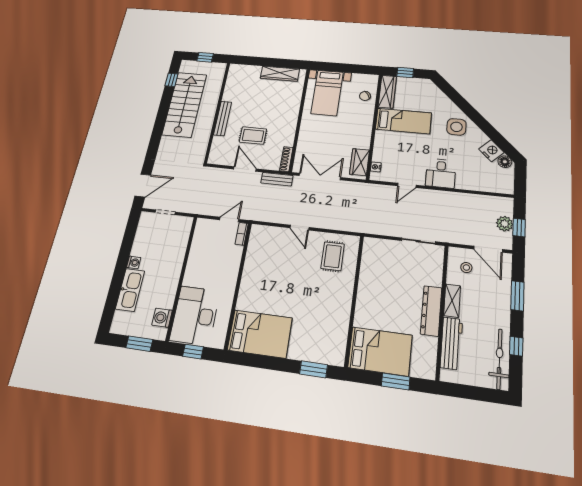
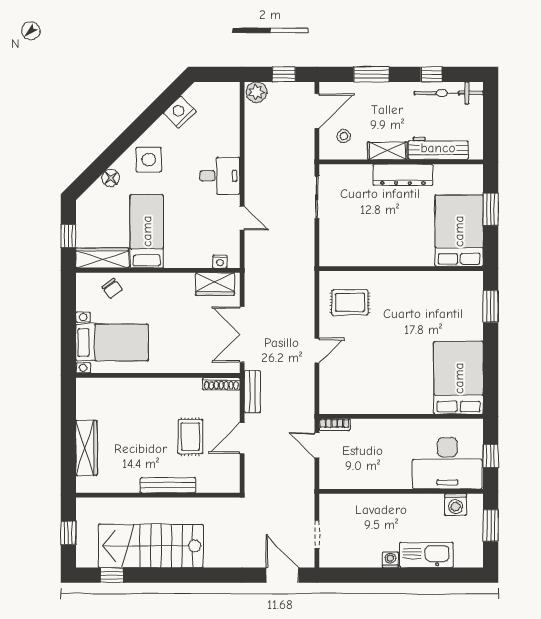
wardrobe: (280, 74) -> (87, 448), moved
floor lamp: (505, 162) -> (111, 178), moved
plant: (505, 224) -> (257, 92), moved

